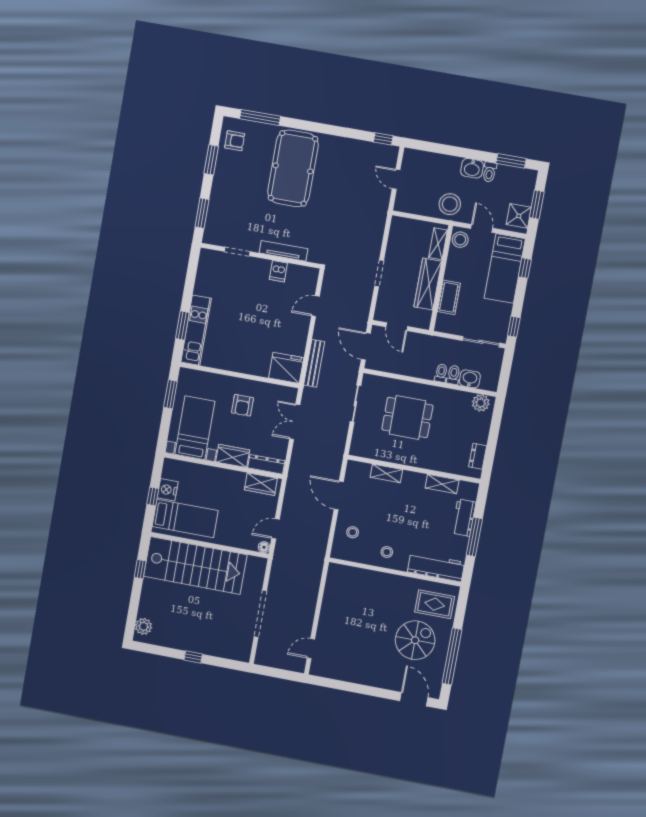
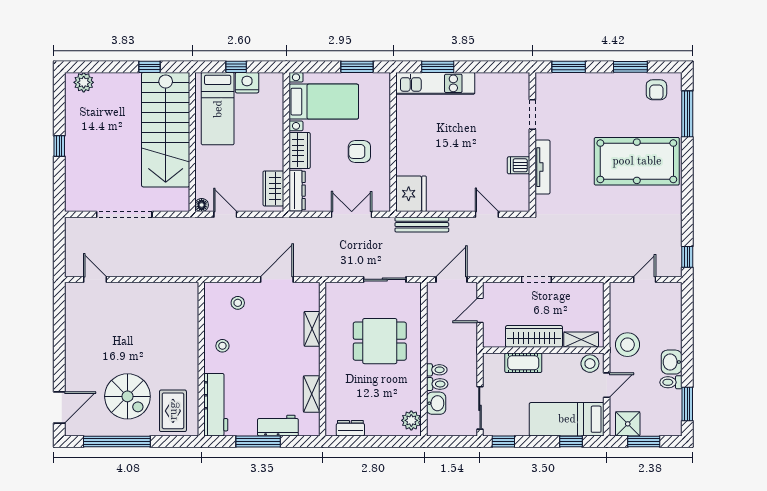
dining table: (407, 417) -> (380, 341), turned 90

